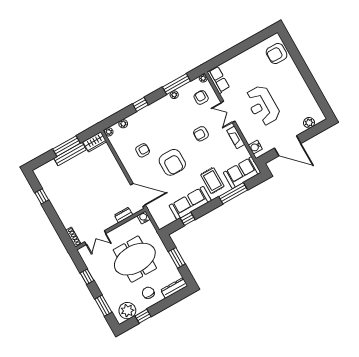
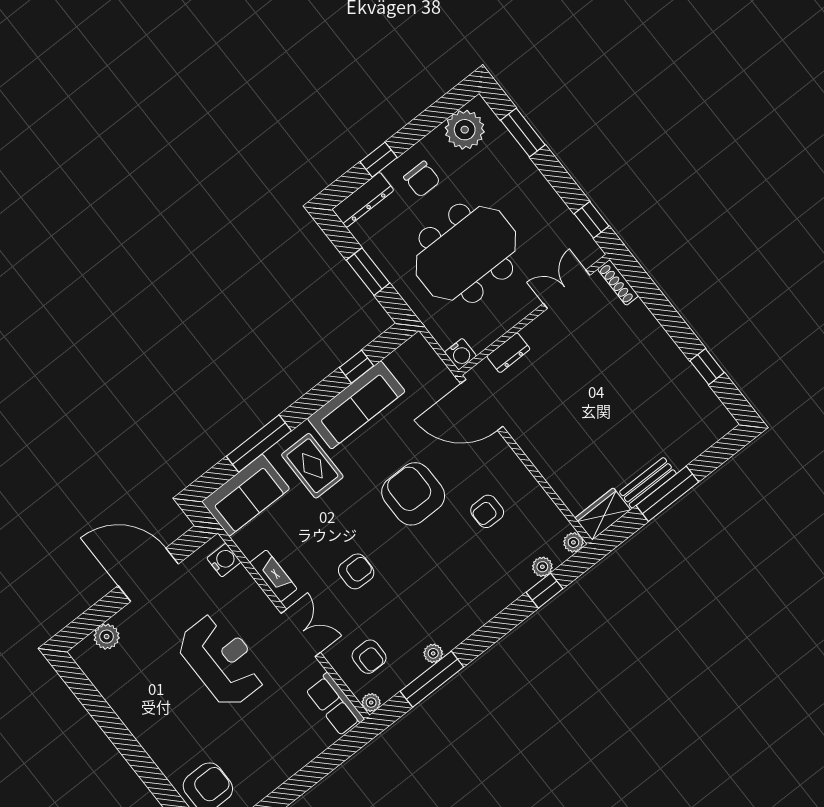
window: (140, 104) -> (544, 591), moved
bench: (70, 154) -> (648, 483), width x0.73
window: (87, 277) -> (592, 220), moved
window: (143, 316) -> (379, 160), moved

